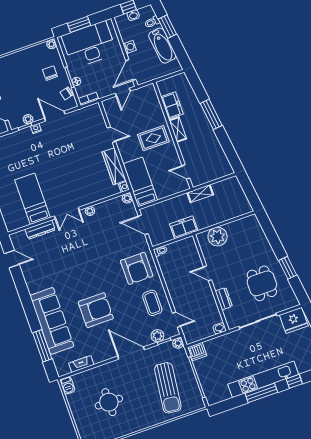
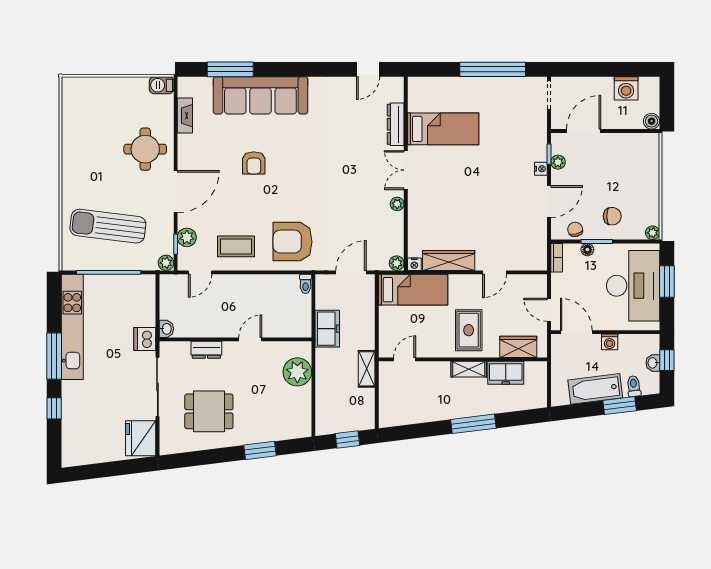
wardrobe: (153, 103) -> (518, 347), added
window: (249, 190) -> (347, 439), added
window: (288, 268) -> (260, 450), moved
armchair: (96, 310) -> (254, 163), width x0.53, depth x0.53
dishwasher: (197, 352) -> (145, 339), moved
kitchen unit: (263, 379) -> (72, 327), moved
round table: (109, 402) -> (145, 149), moved

